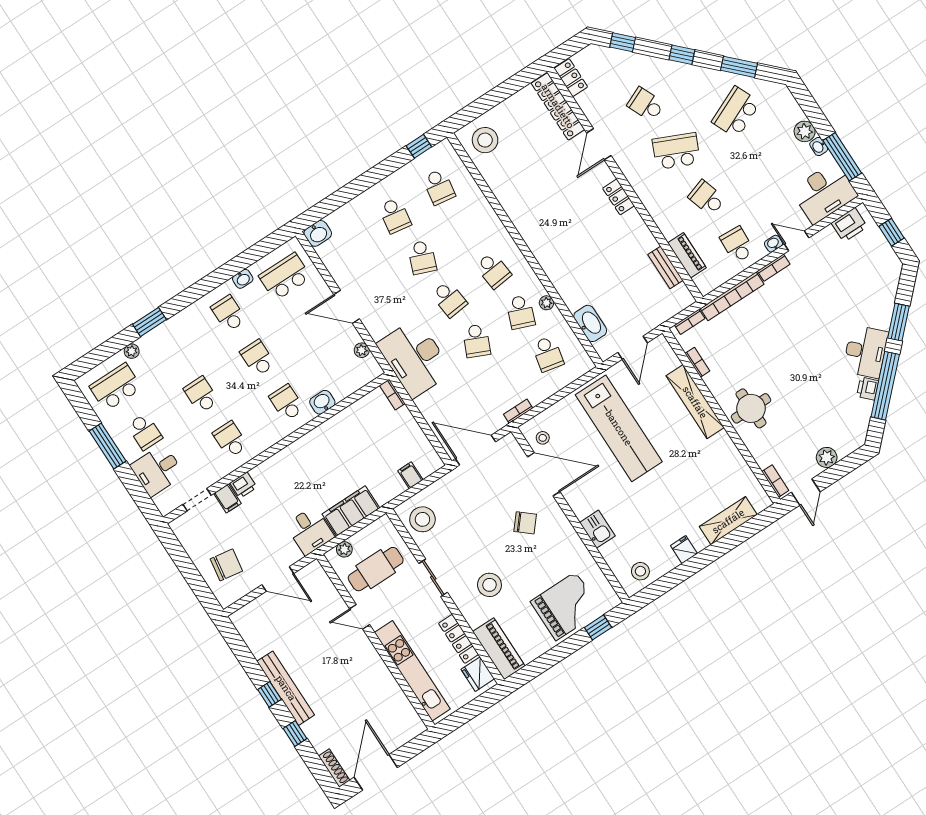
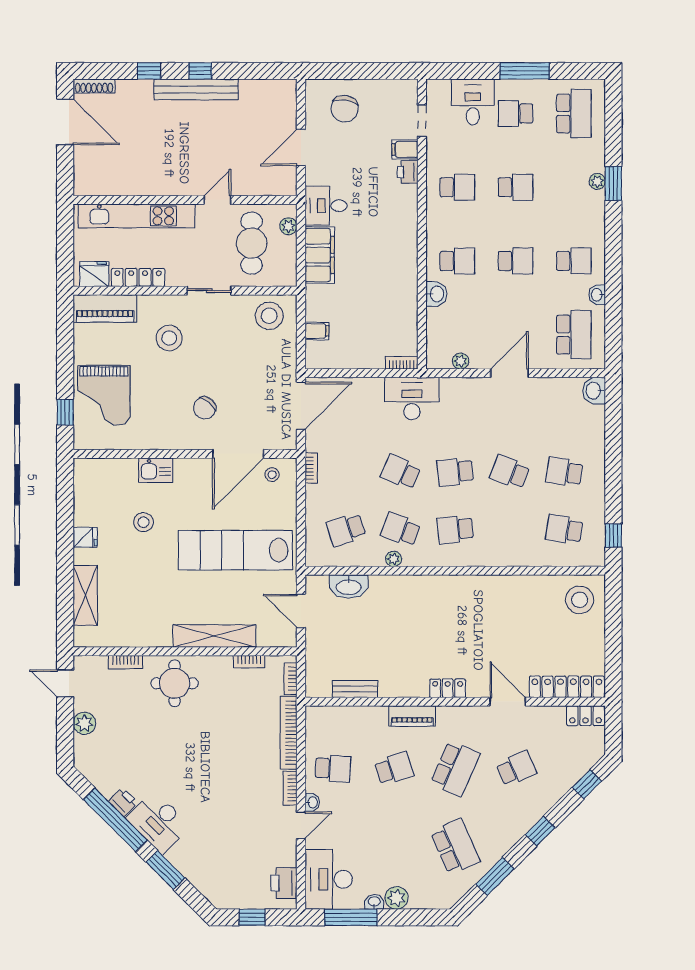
piano: (687, 255) -> (412, 716), moved
plant: (132, 351) -> (597, 181), moved
school desk: (548, 354) -> (346, 530), turned -30
desk: (415, 358) -> (412, 399), width x0.73, depth x0.77
bookcase: (775, 481) -> (125, 662), moved
stool: (640, 571) -> (143, 522), moved

